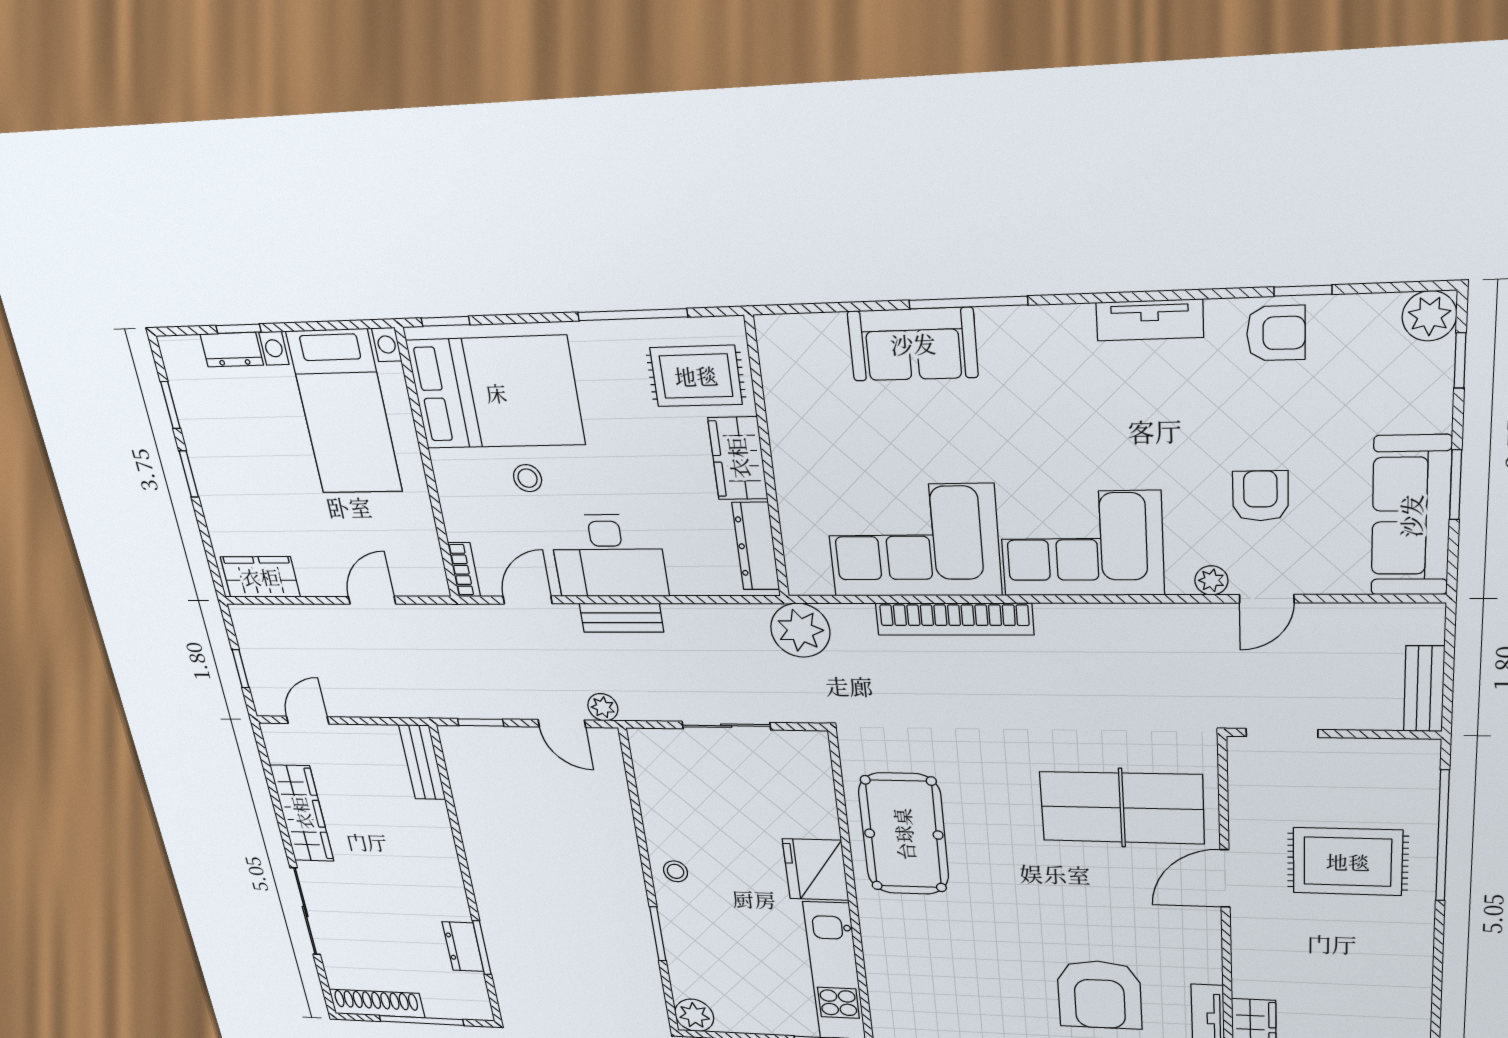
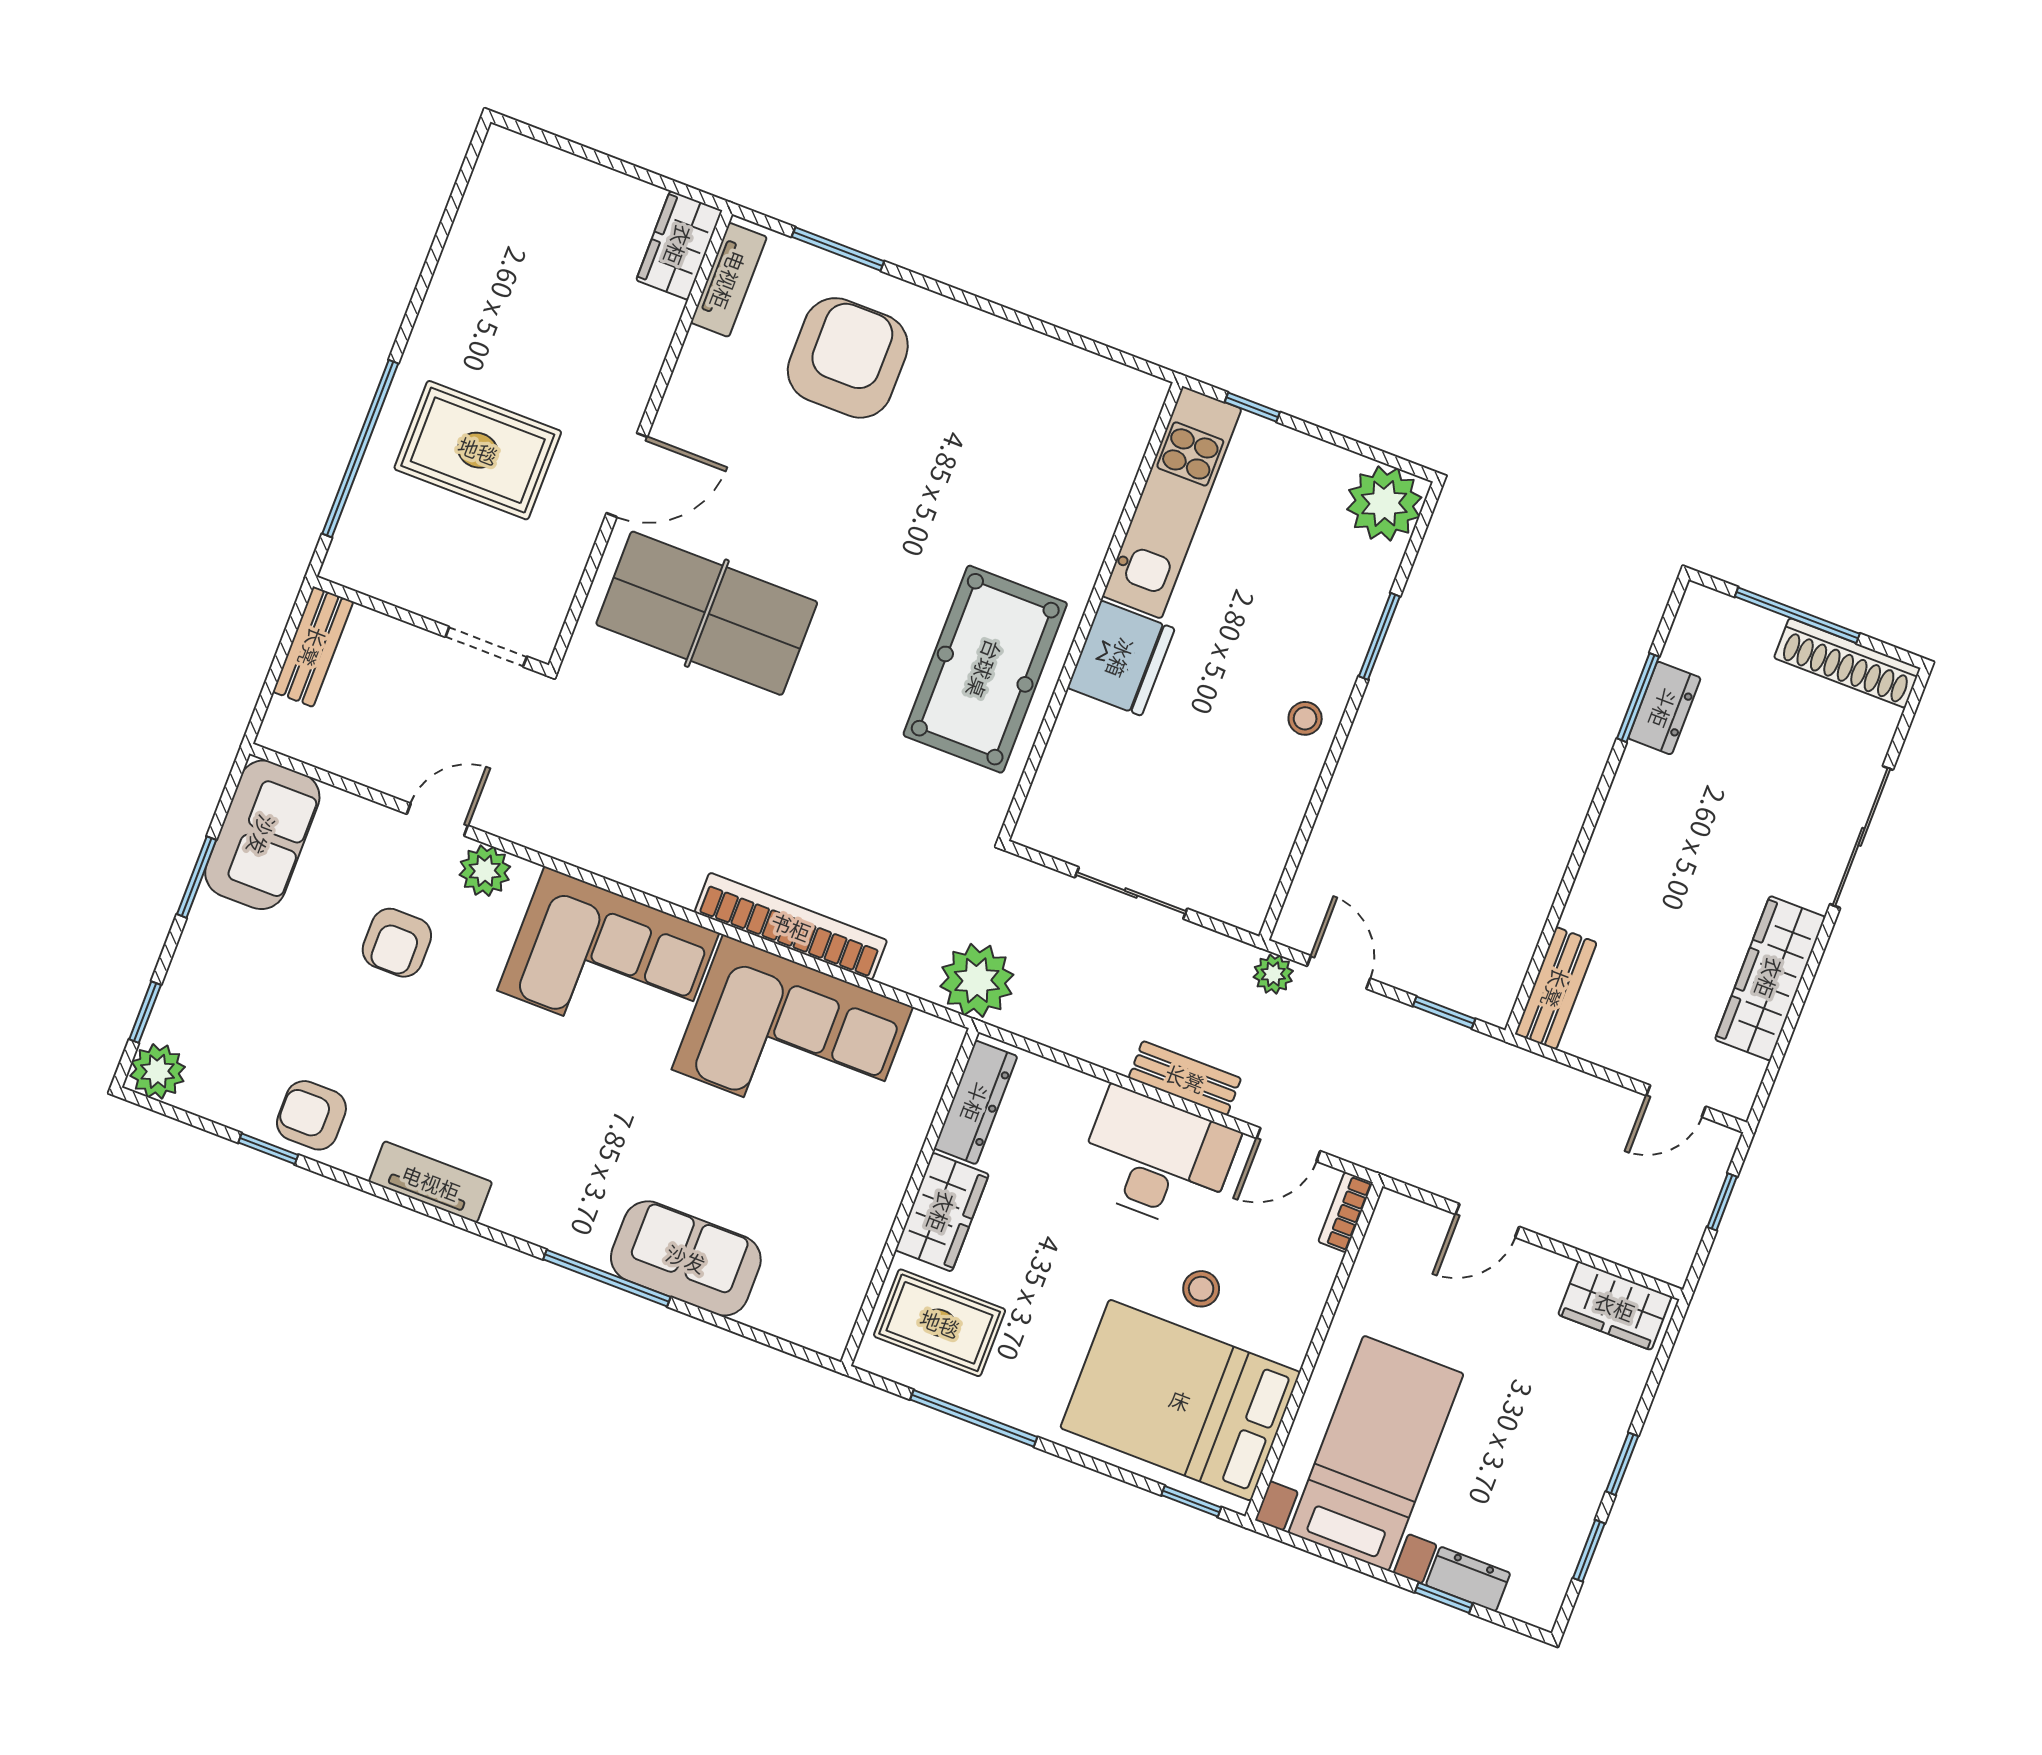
sofa: (1411, 516) -> (262, 835), width x0.73
plant: (1211, 580) -> (485, 871), width x1.38, depth x1.38
plant: (694, 1015) -> (1384, 503), width x1.36, depth x1.36

